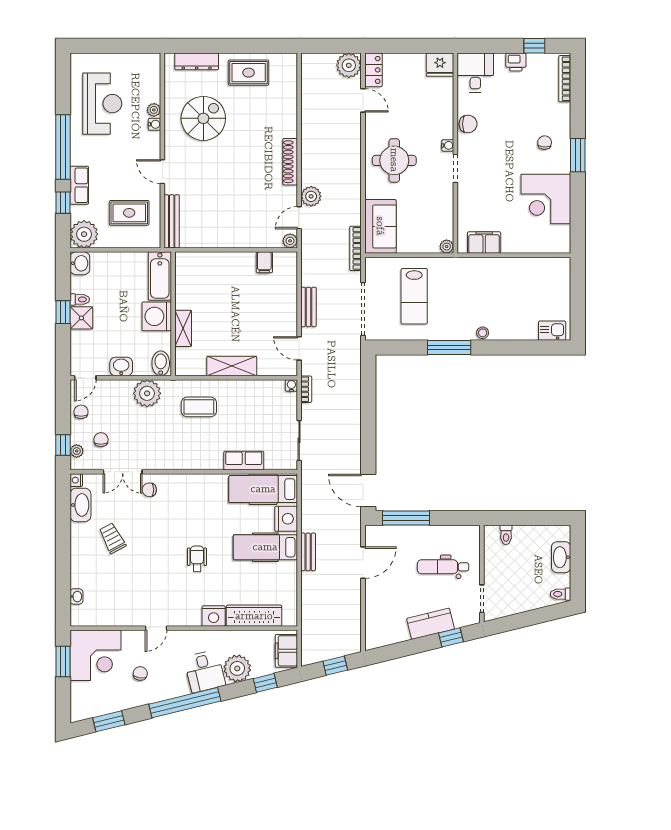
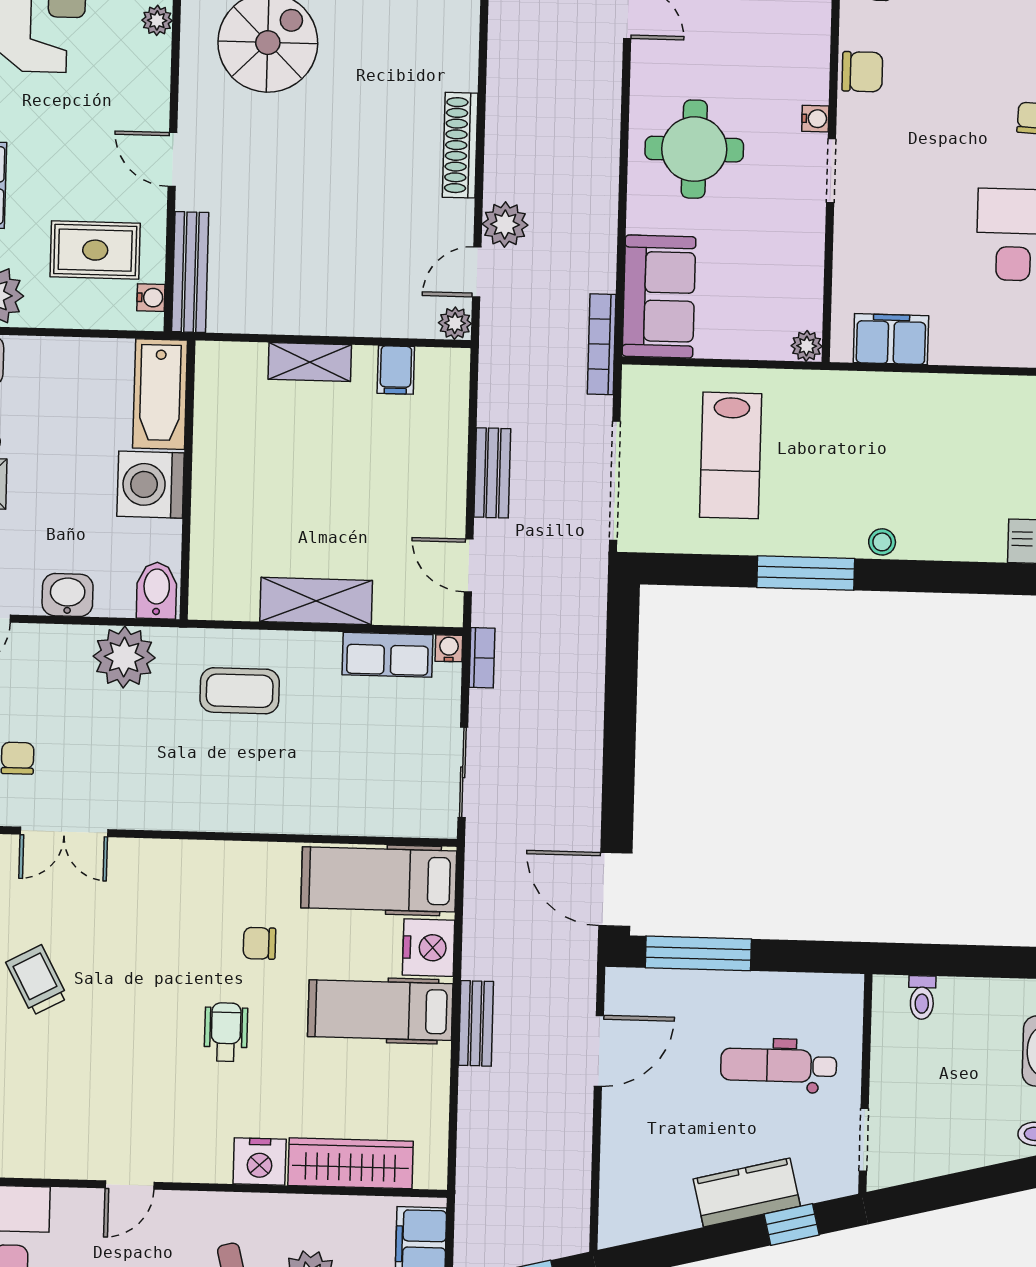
water cooler: (155, 124) -> (151, 298), moved
shelving: (183, 328) -> (310, 362), moved, turned 90
row of seats: (244, 461) -> (387, 655), moved, turned 180
chair: (149, 490) -> (259, 943), moved

